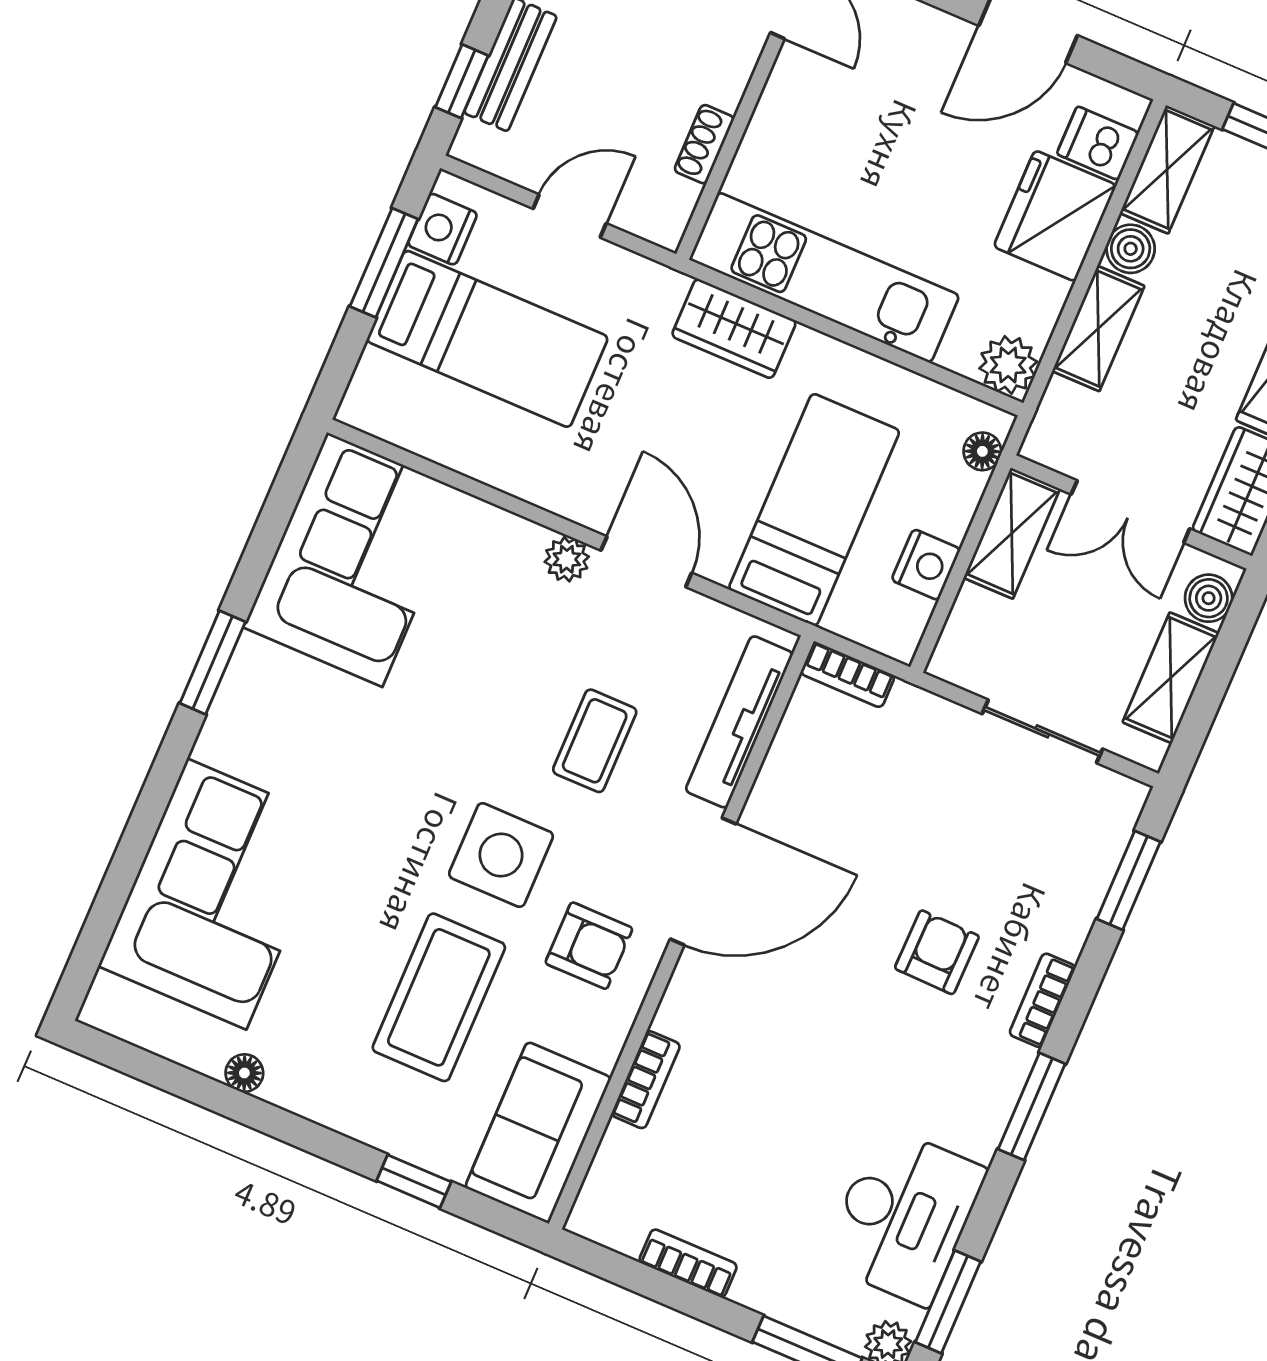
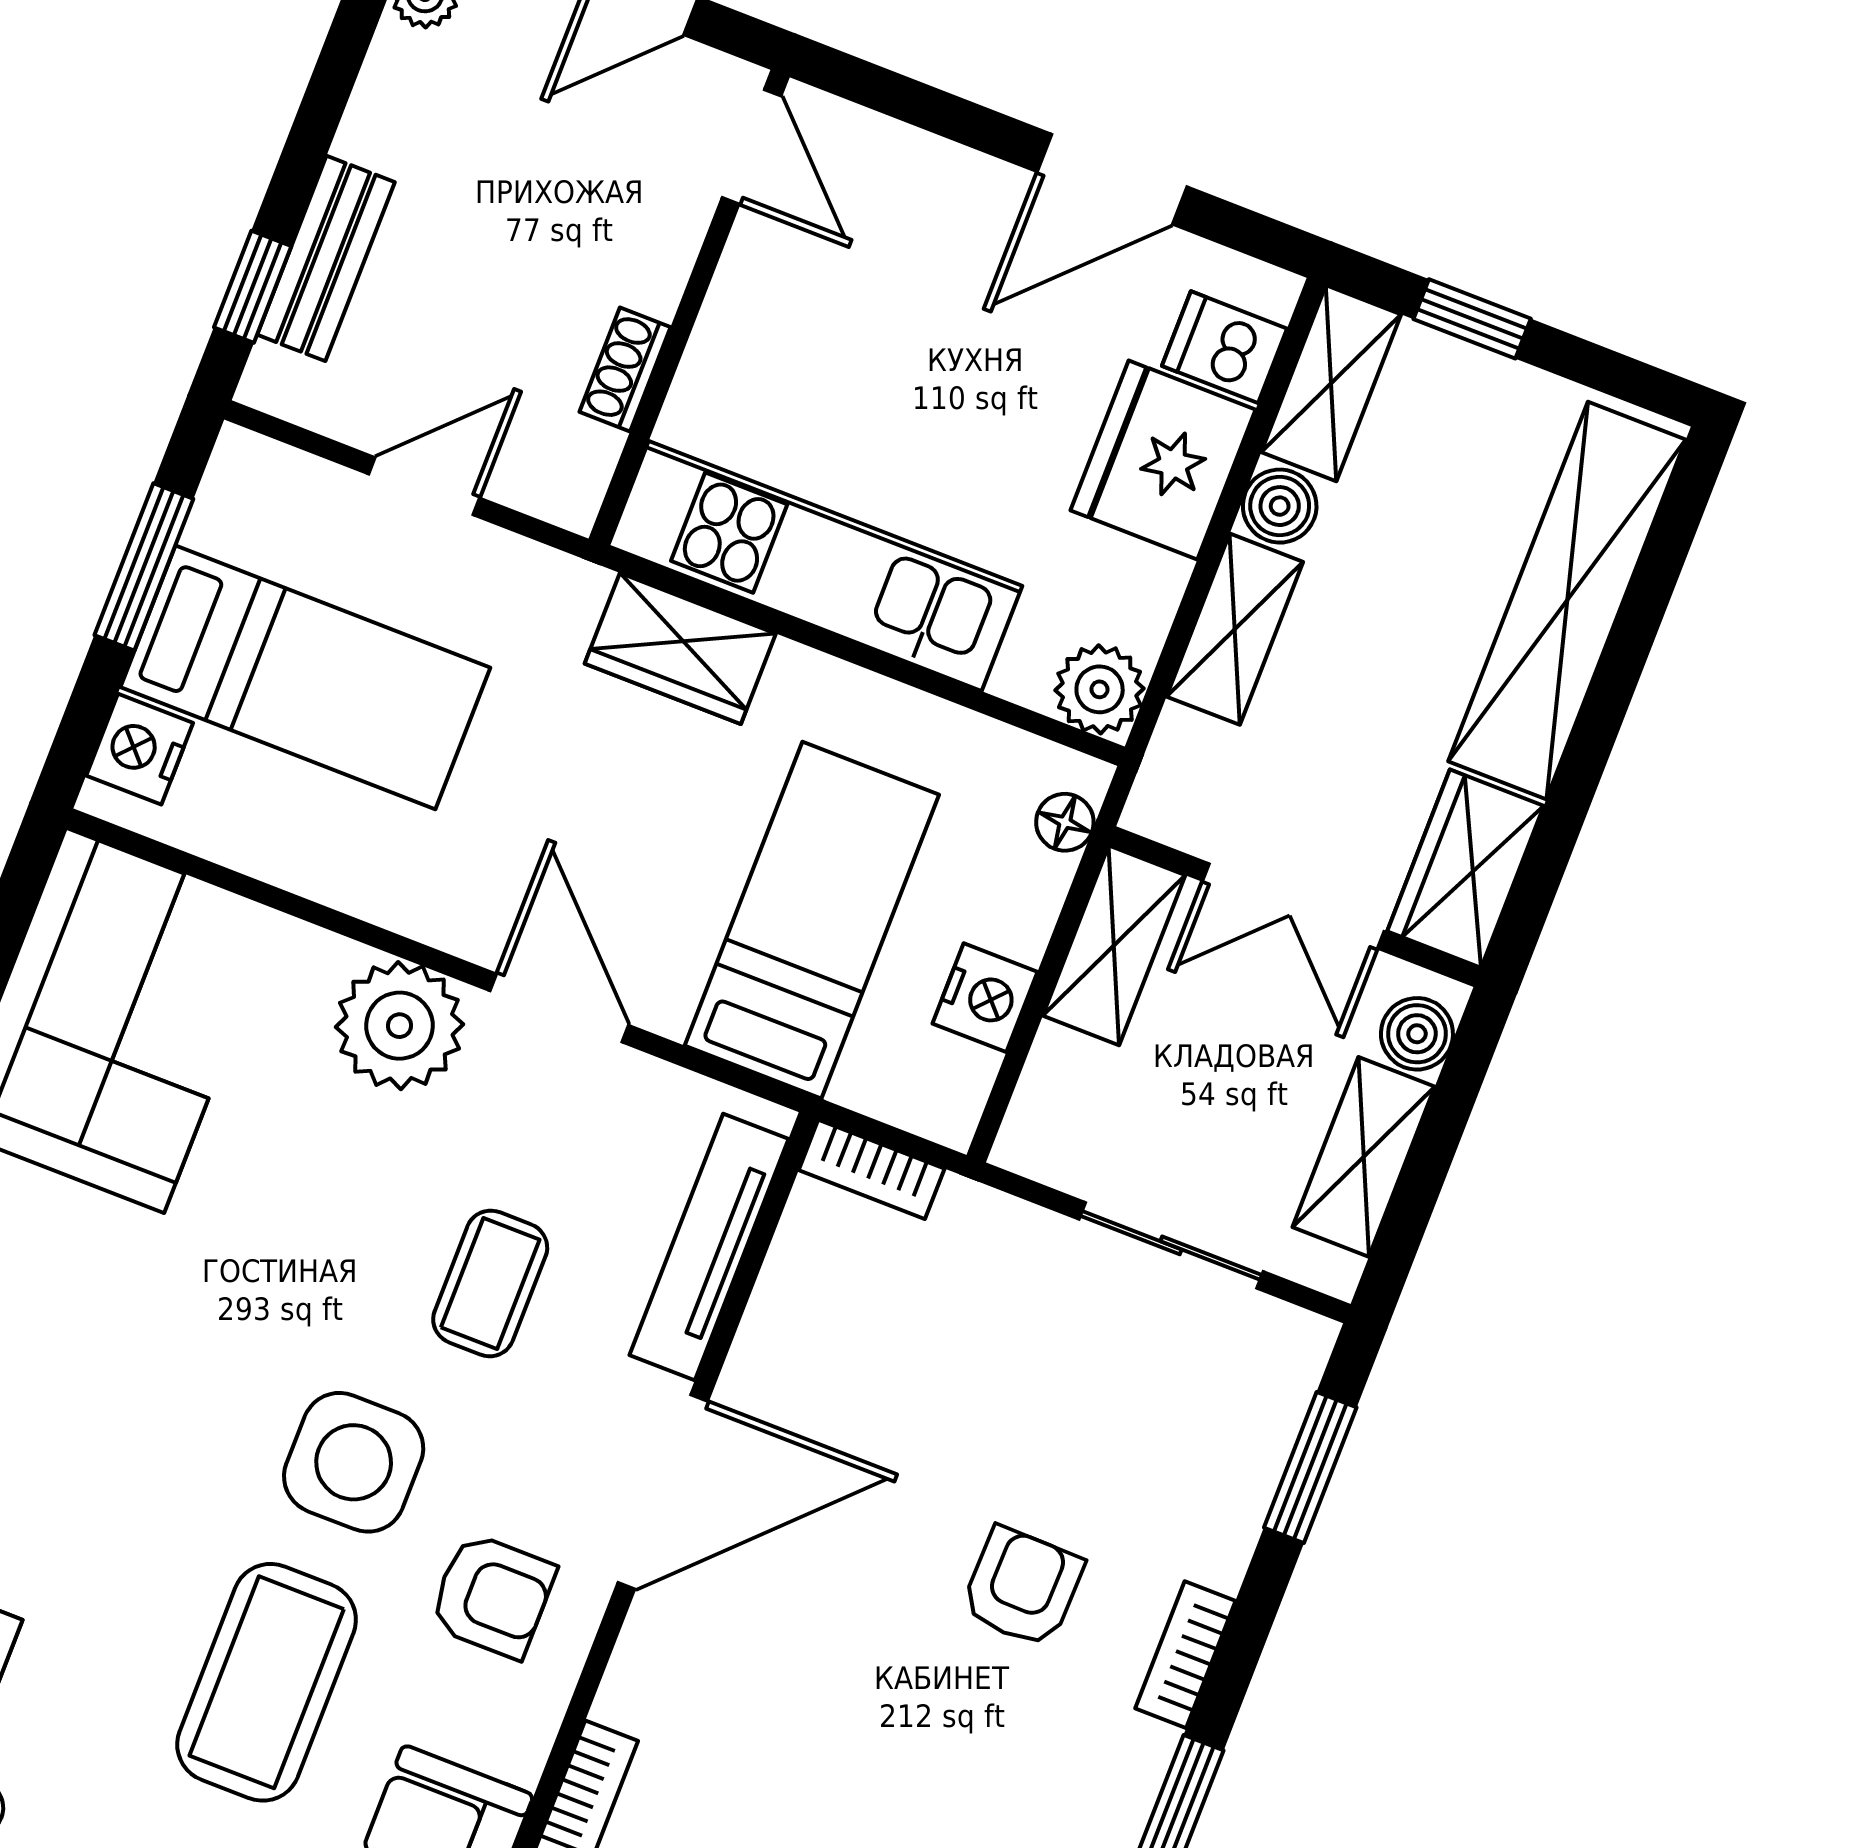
nightstand: (443, 229) -> (140, 749), moved
plant: (567, 559) -> (399, 1026), width x1.88, depth x1.88

